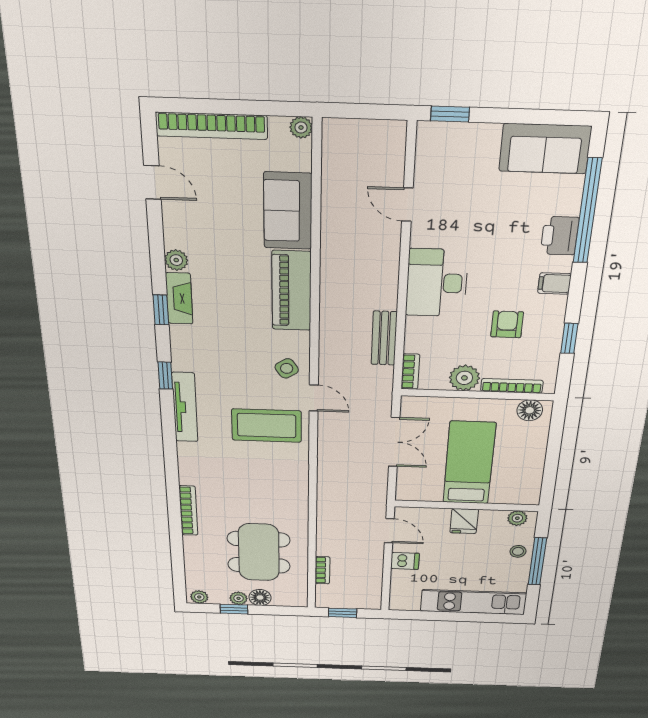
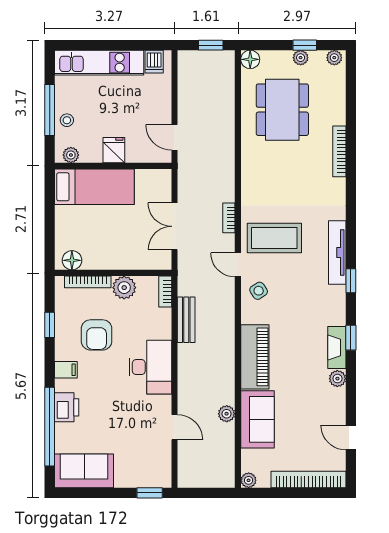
plant: (332, 220) -> (227, 414), added
armchair: (507, 324) -> (97, 335), width x1.38, depth x1.38
bed: (469, 463) -> (94, 187), moved, turned -90
dishwasher: (405, 561) -> (154, 62), moved, turned -90
bookcase: (322, 570) -> (229, 218), moved
floor lamp: (260, 598) -> (250, 59), moved

